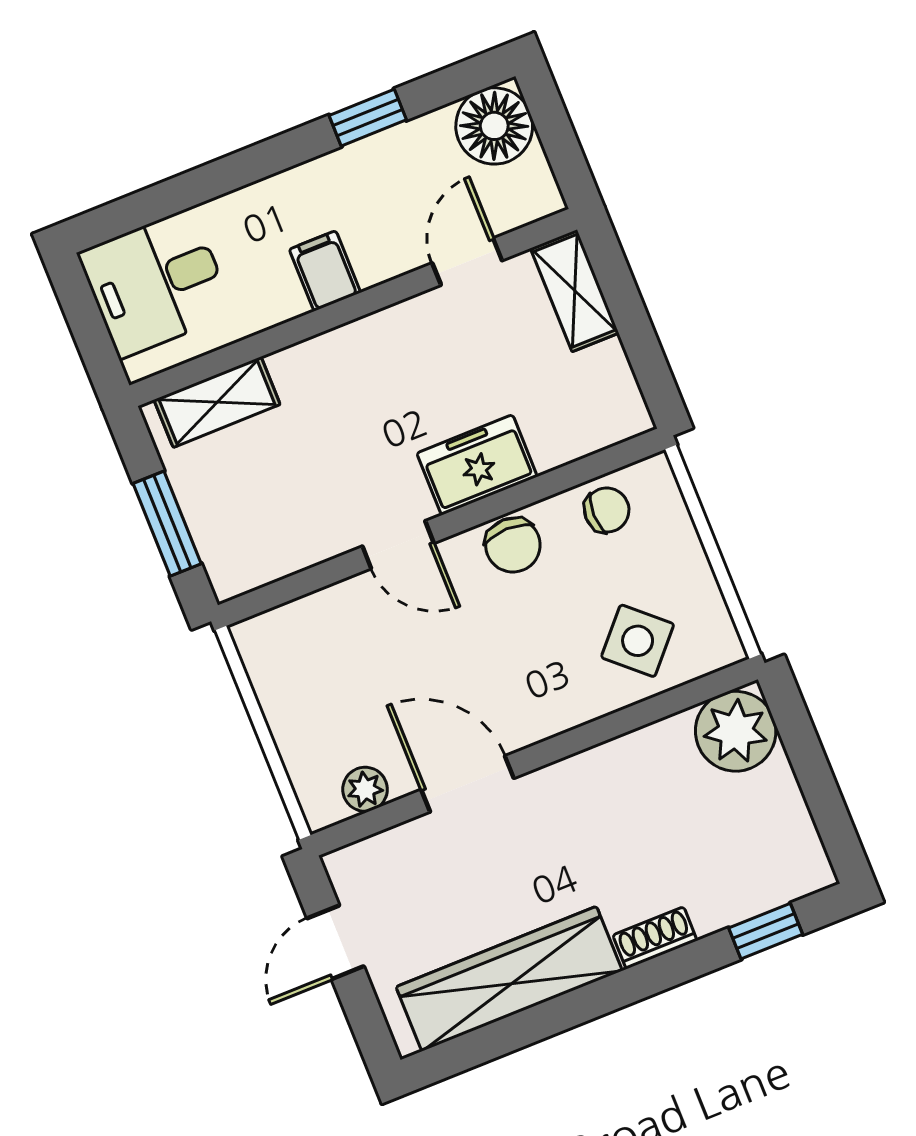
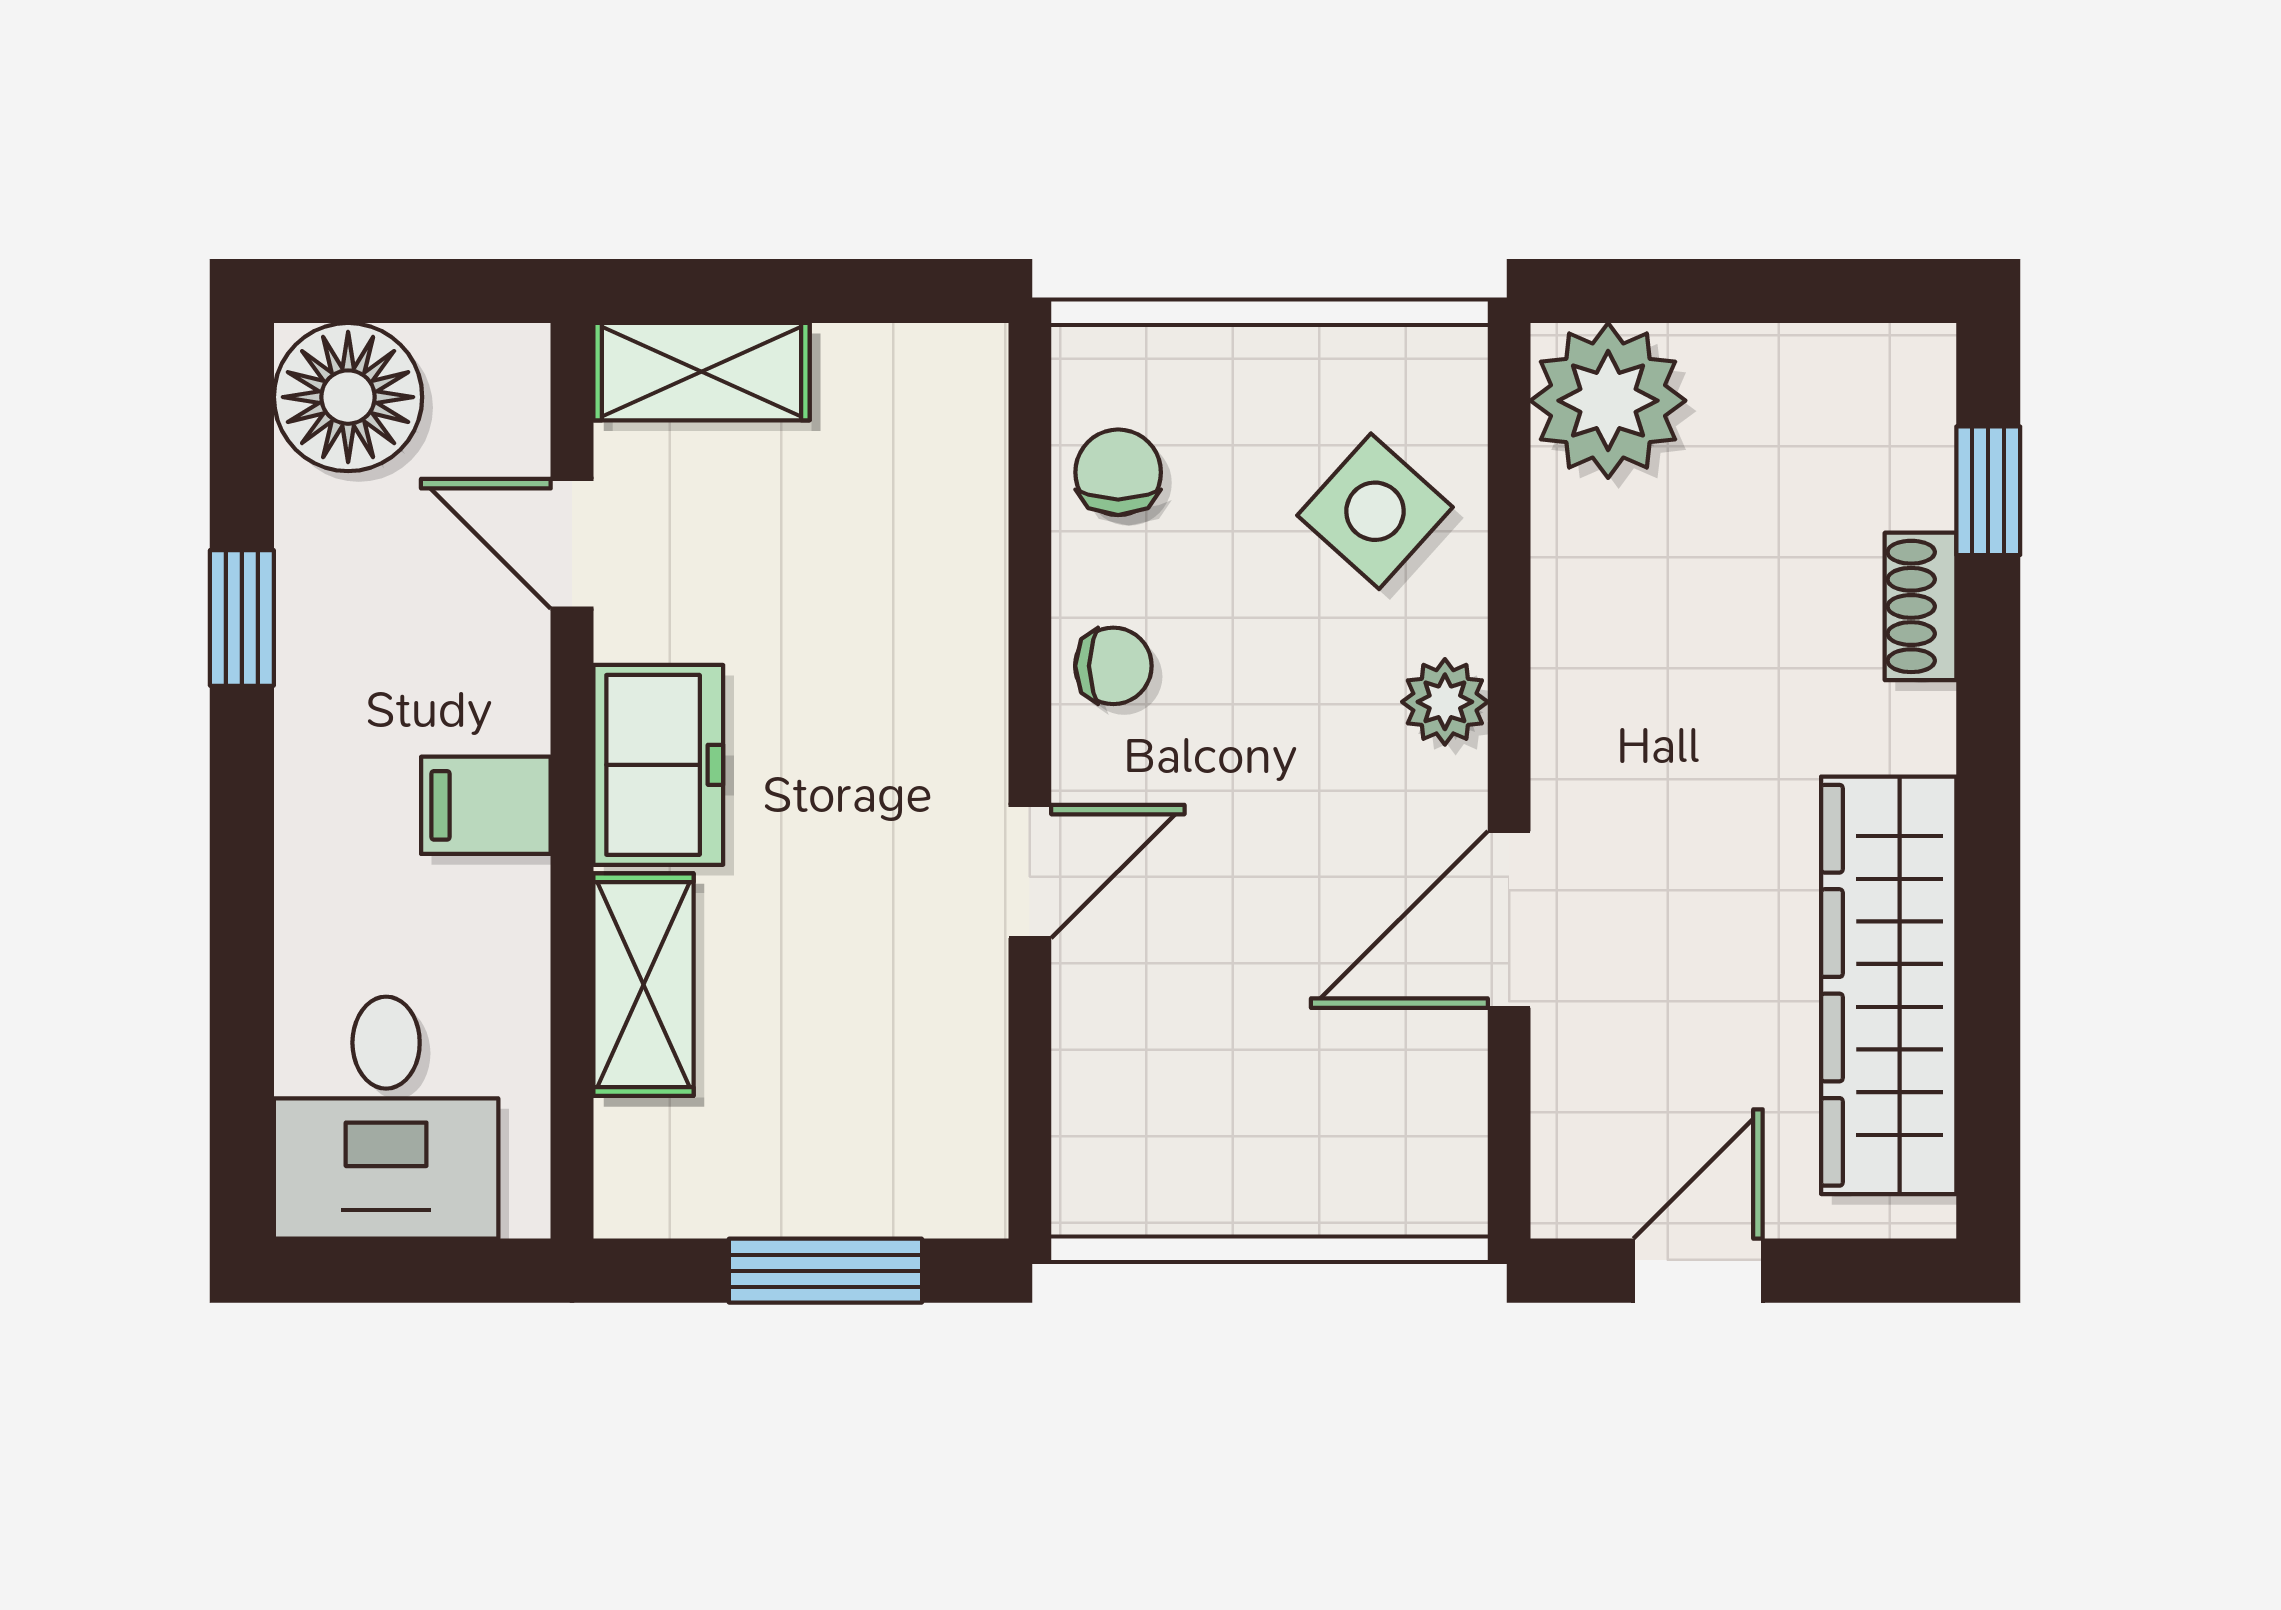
shelving: (217, 402) -> (643, 985), moved
freezer: (477, 465) -> (658, 765), moved, turned 180
chair: (513, 545) -> (1113, 666), width x0.73, depth x0.73
plant: (365, 789) -> (1445, 702), moved
shoe rack: (655, 938) -> (1921, 606), moved
door: (335, 942) -> (1698, 1271), swing flipped

